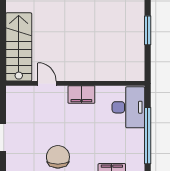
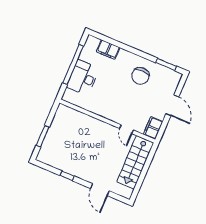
filing cabinet: (81, 95) -> (153, 128), moved, turned -90
desk: (128, 107) -> (83, 78), moved

